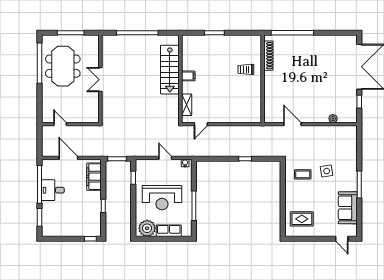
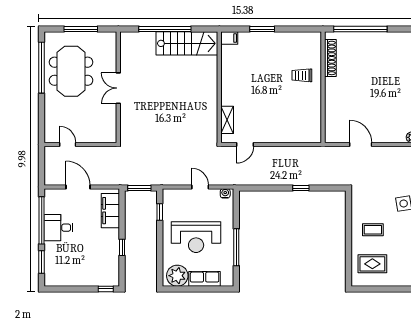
stairs: (170, 70) -> (187, 43), moved, turned -90
filing cabinet: (188, 76) -> (229, 38), moved
coffee table: (303, 174) -> (373, 230), moved

